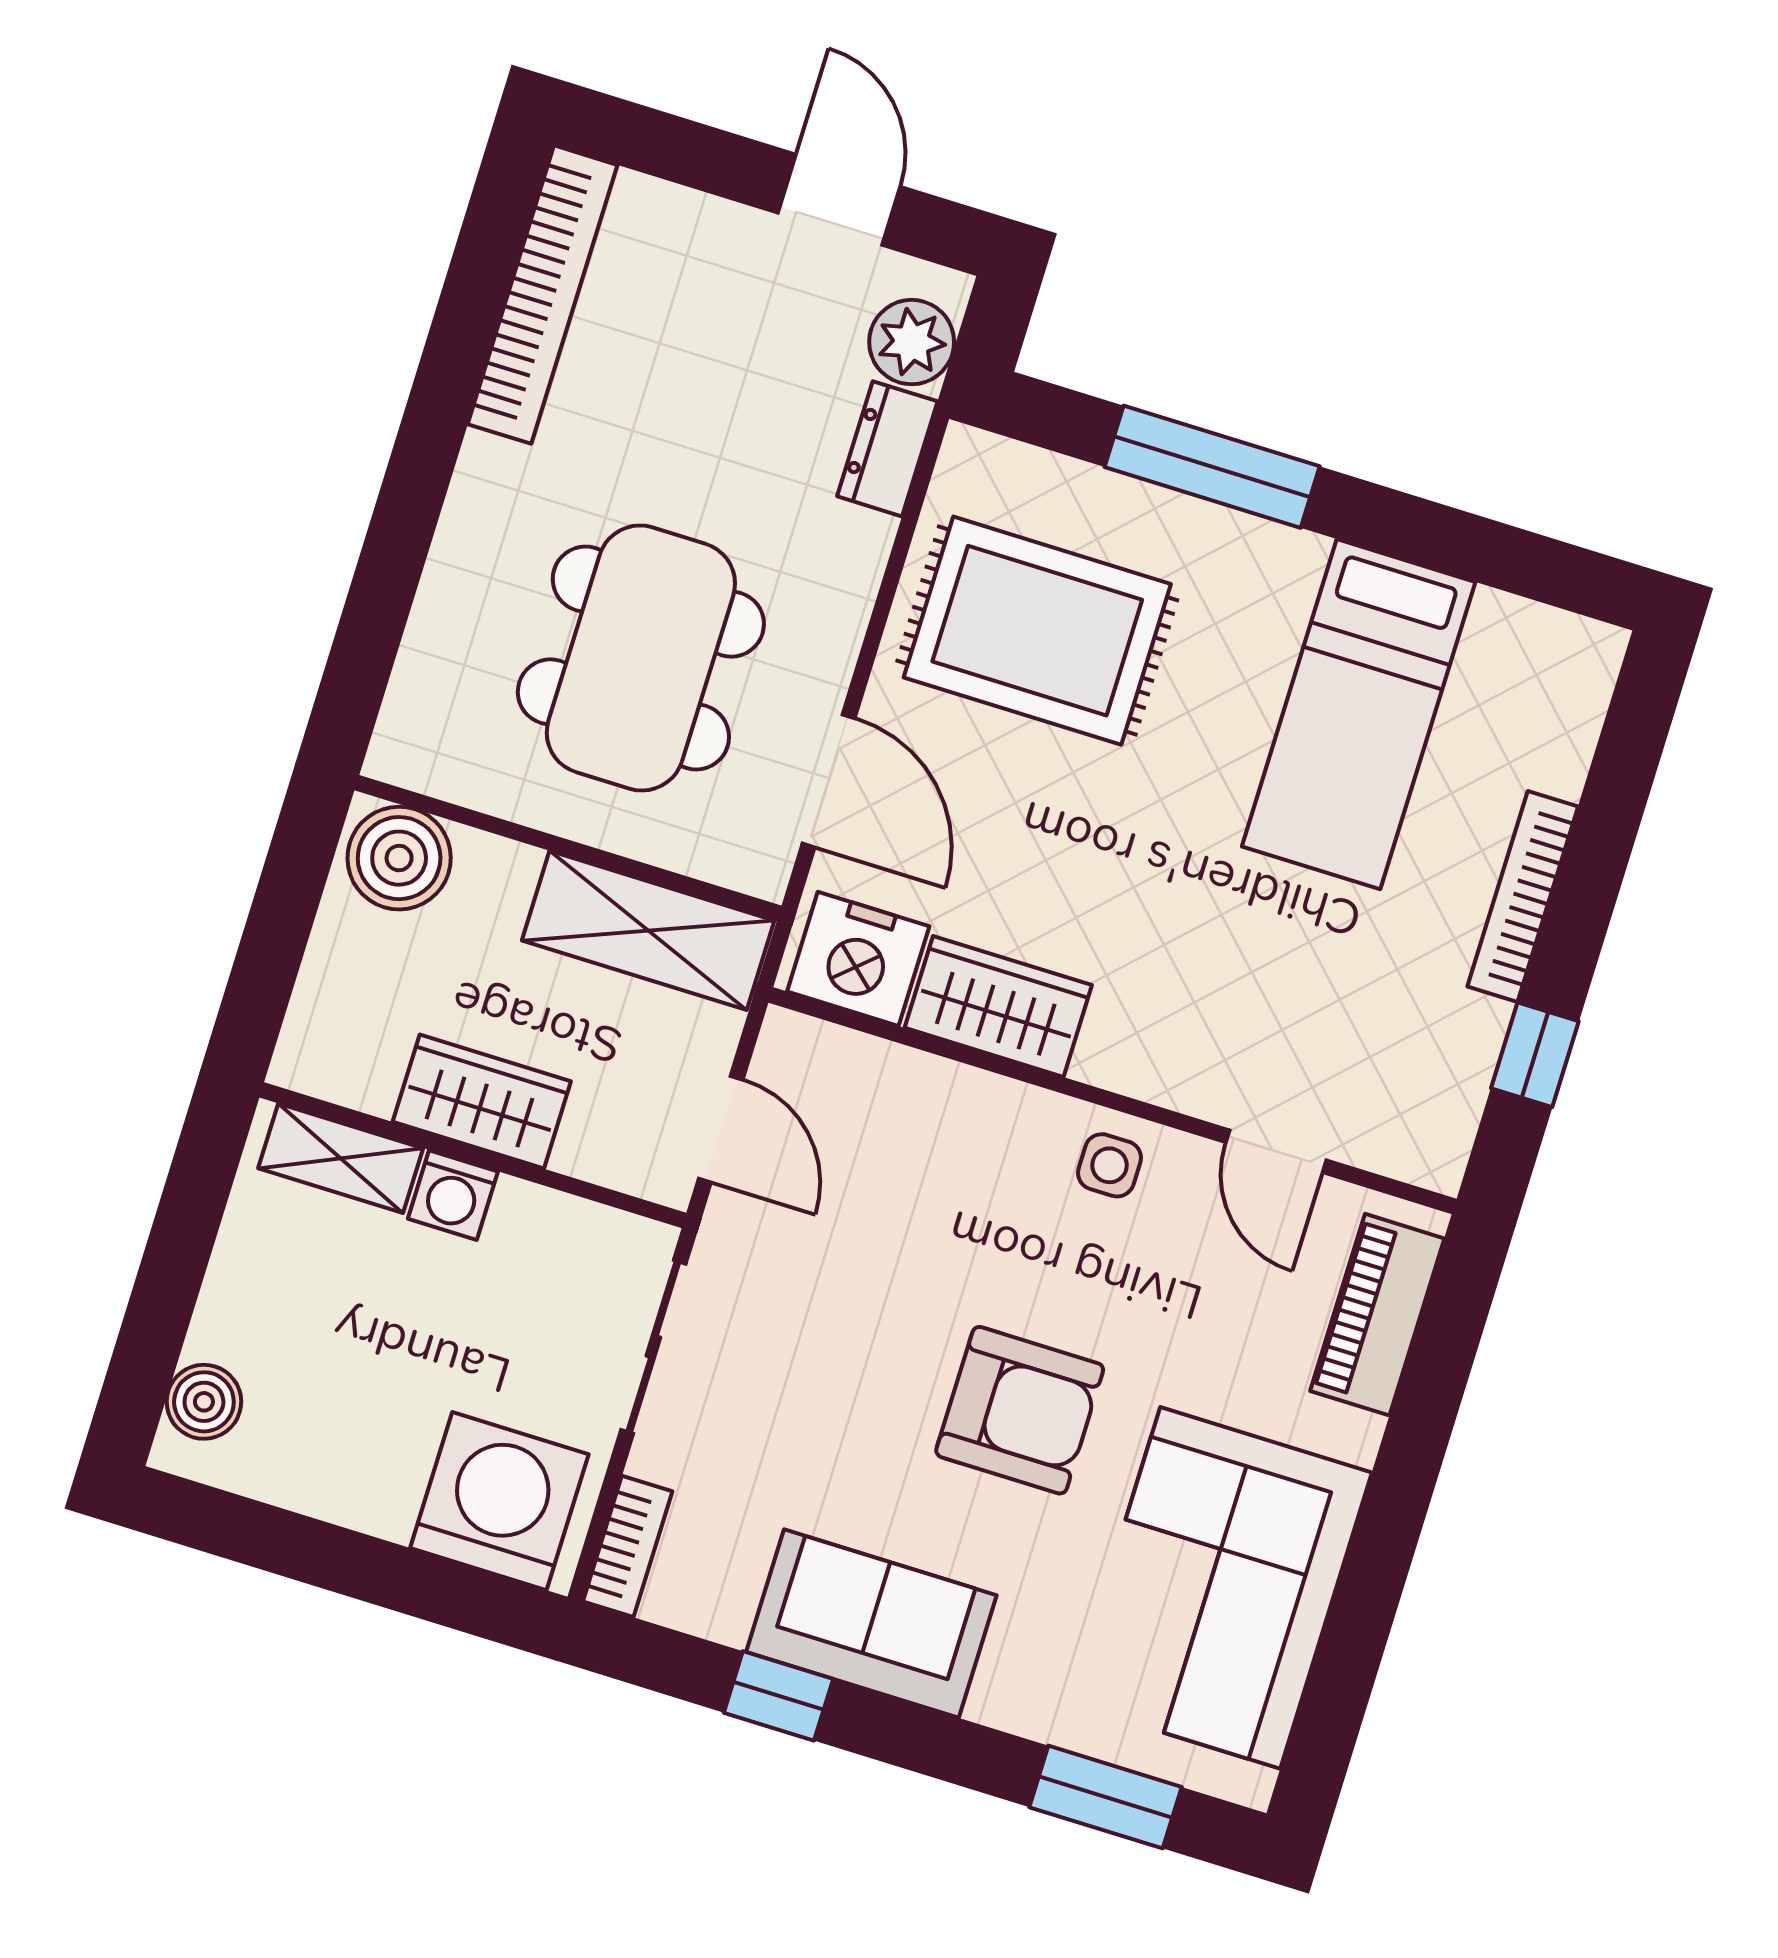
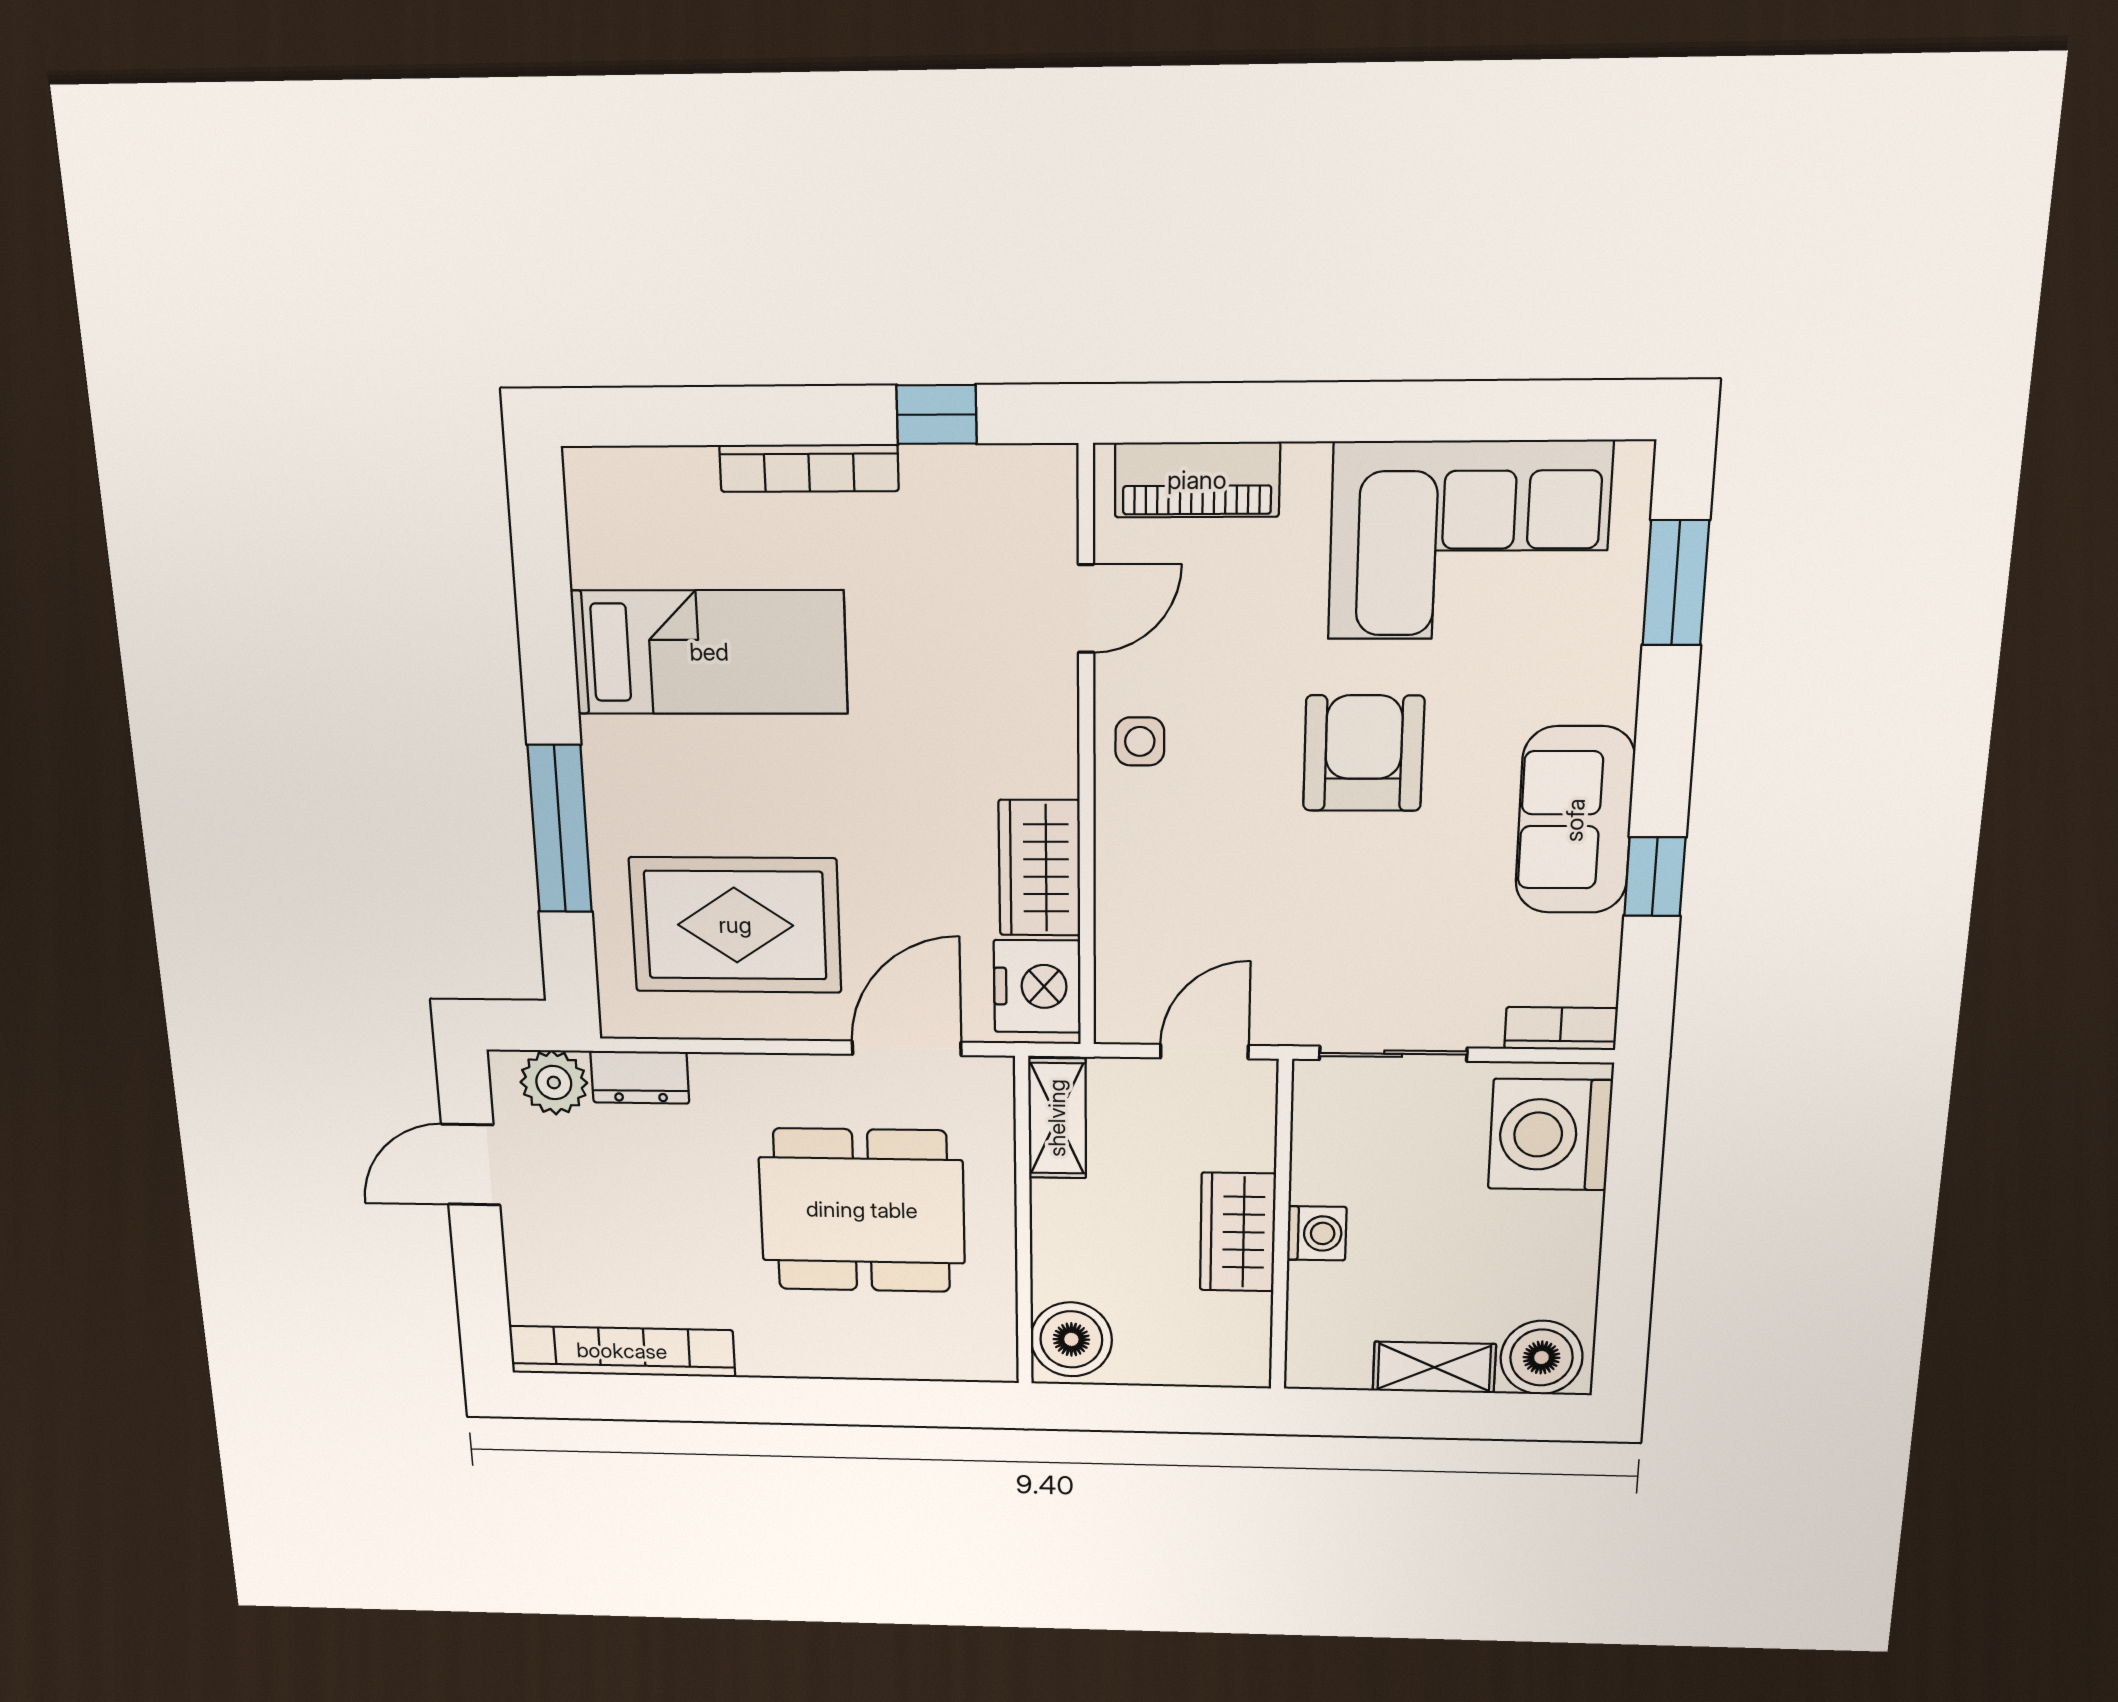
rug: (1037, 631) -> (735, 925), turned 90
shelving: (648, 930) -> (1057, 1118), width x0.67, depth x0.75
shelving: (341, 1158) -> (1434, 1367), moved, turned 90
boiler: (204, 1402) -> (1542, 1357), width x1.36, depth x1.36

